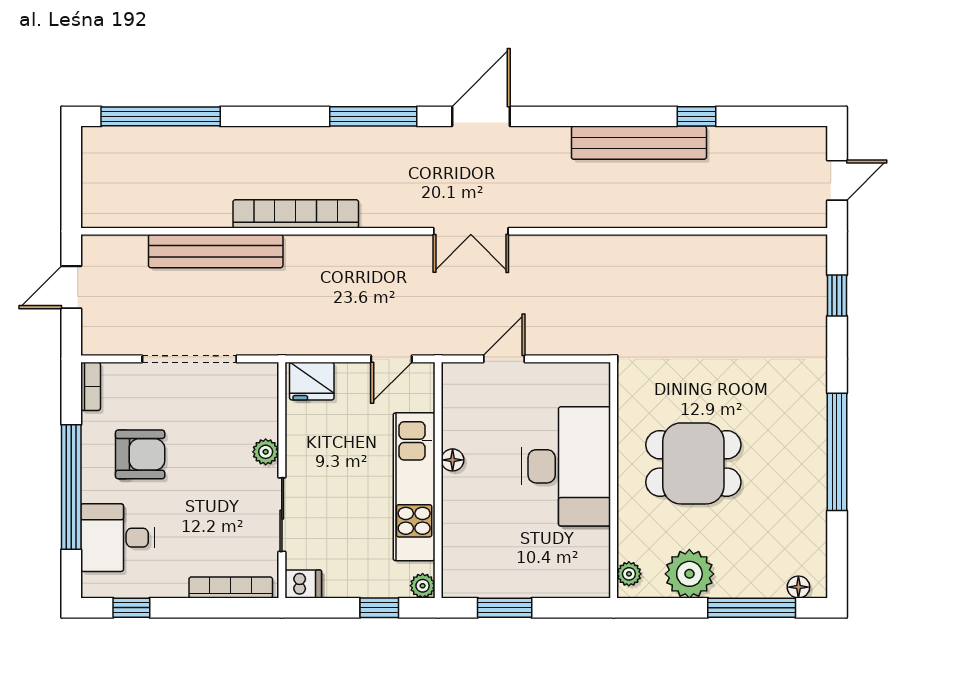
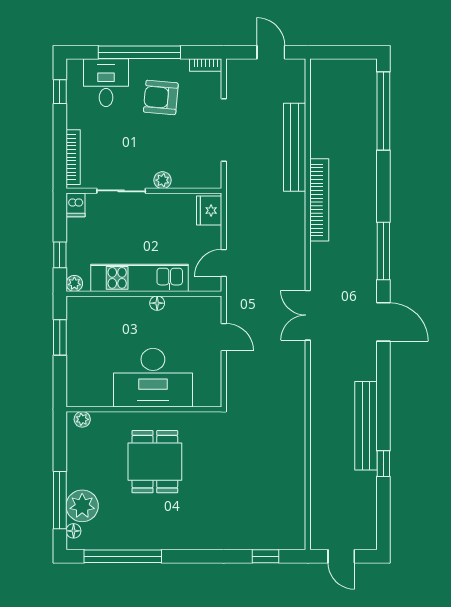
door: (391, 359) -> (224, 263), hinge flipped
window: (837, 452) -> (123, 556), moved
armchair: (140, 454) -> (161, 97), turned 95
plant: (689, 574) -> (82, 506), moved

